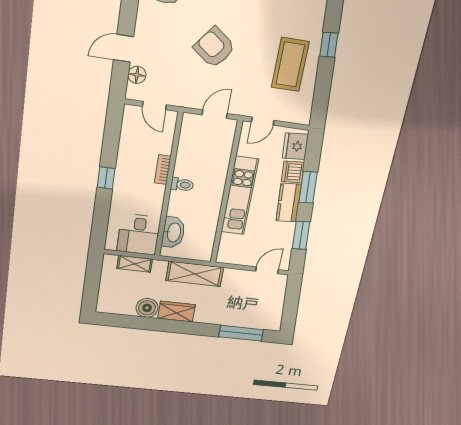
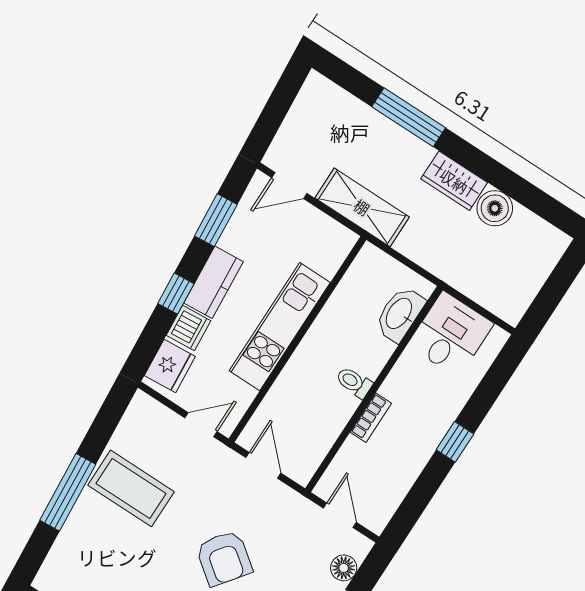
window: (329, 45) -> (68, 492), width x2.17
coffee table: (290, 65) -> (131, 488), turned 90
door: (215, 114) -> (263, 465), swing flipped
window: (308, 187) -> (176, 294), width x0.67
shelving: (135, 264) -> (478, 290), removed
shelving: (195, 274) -> (362, 207), moved
window: (241, 333) -> (409, 117), moved

